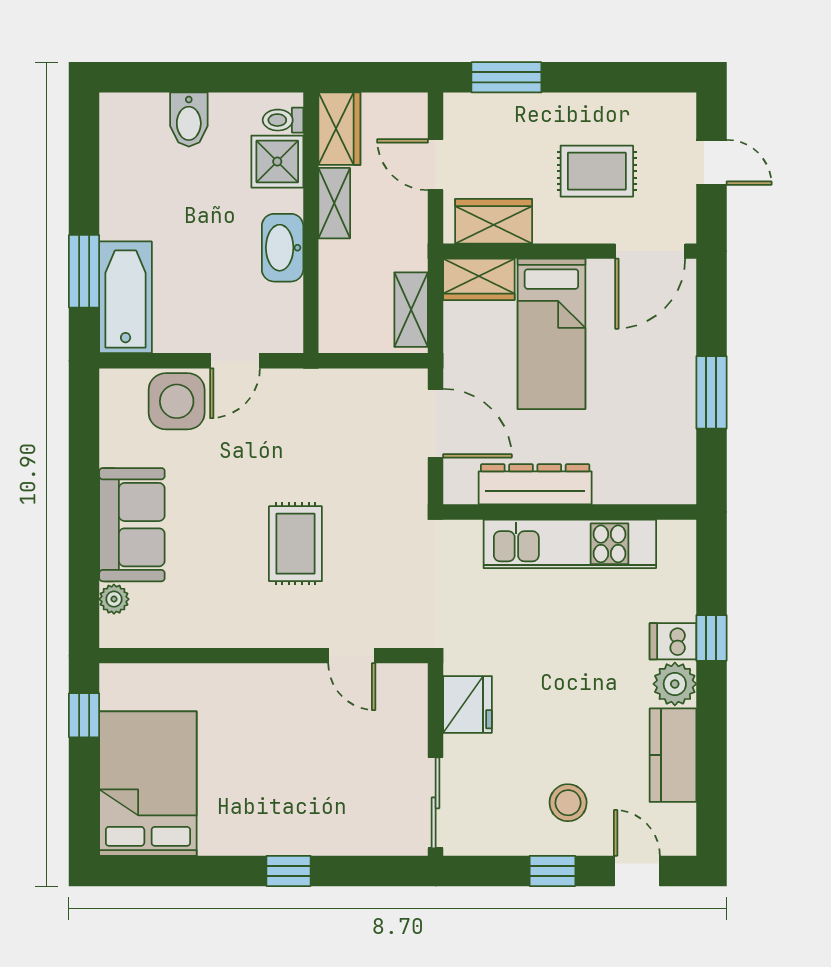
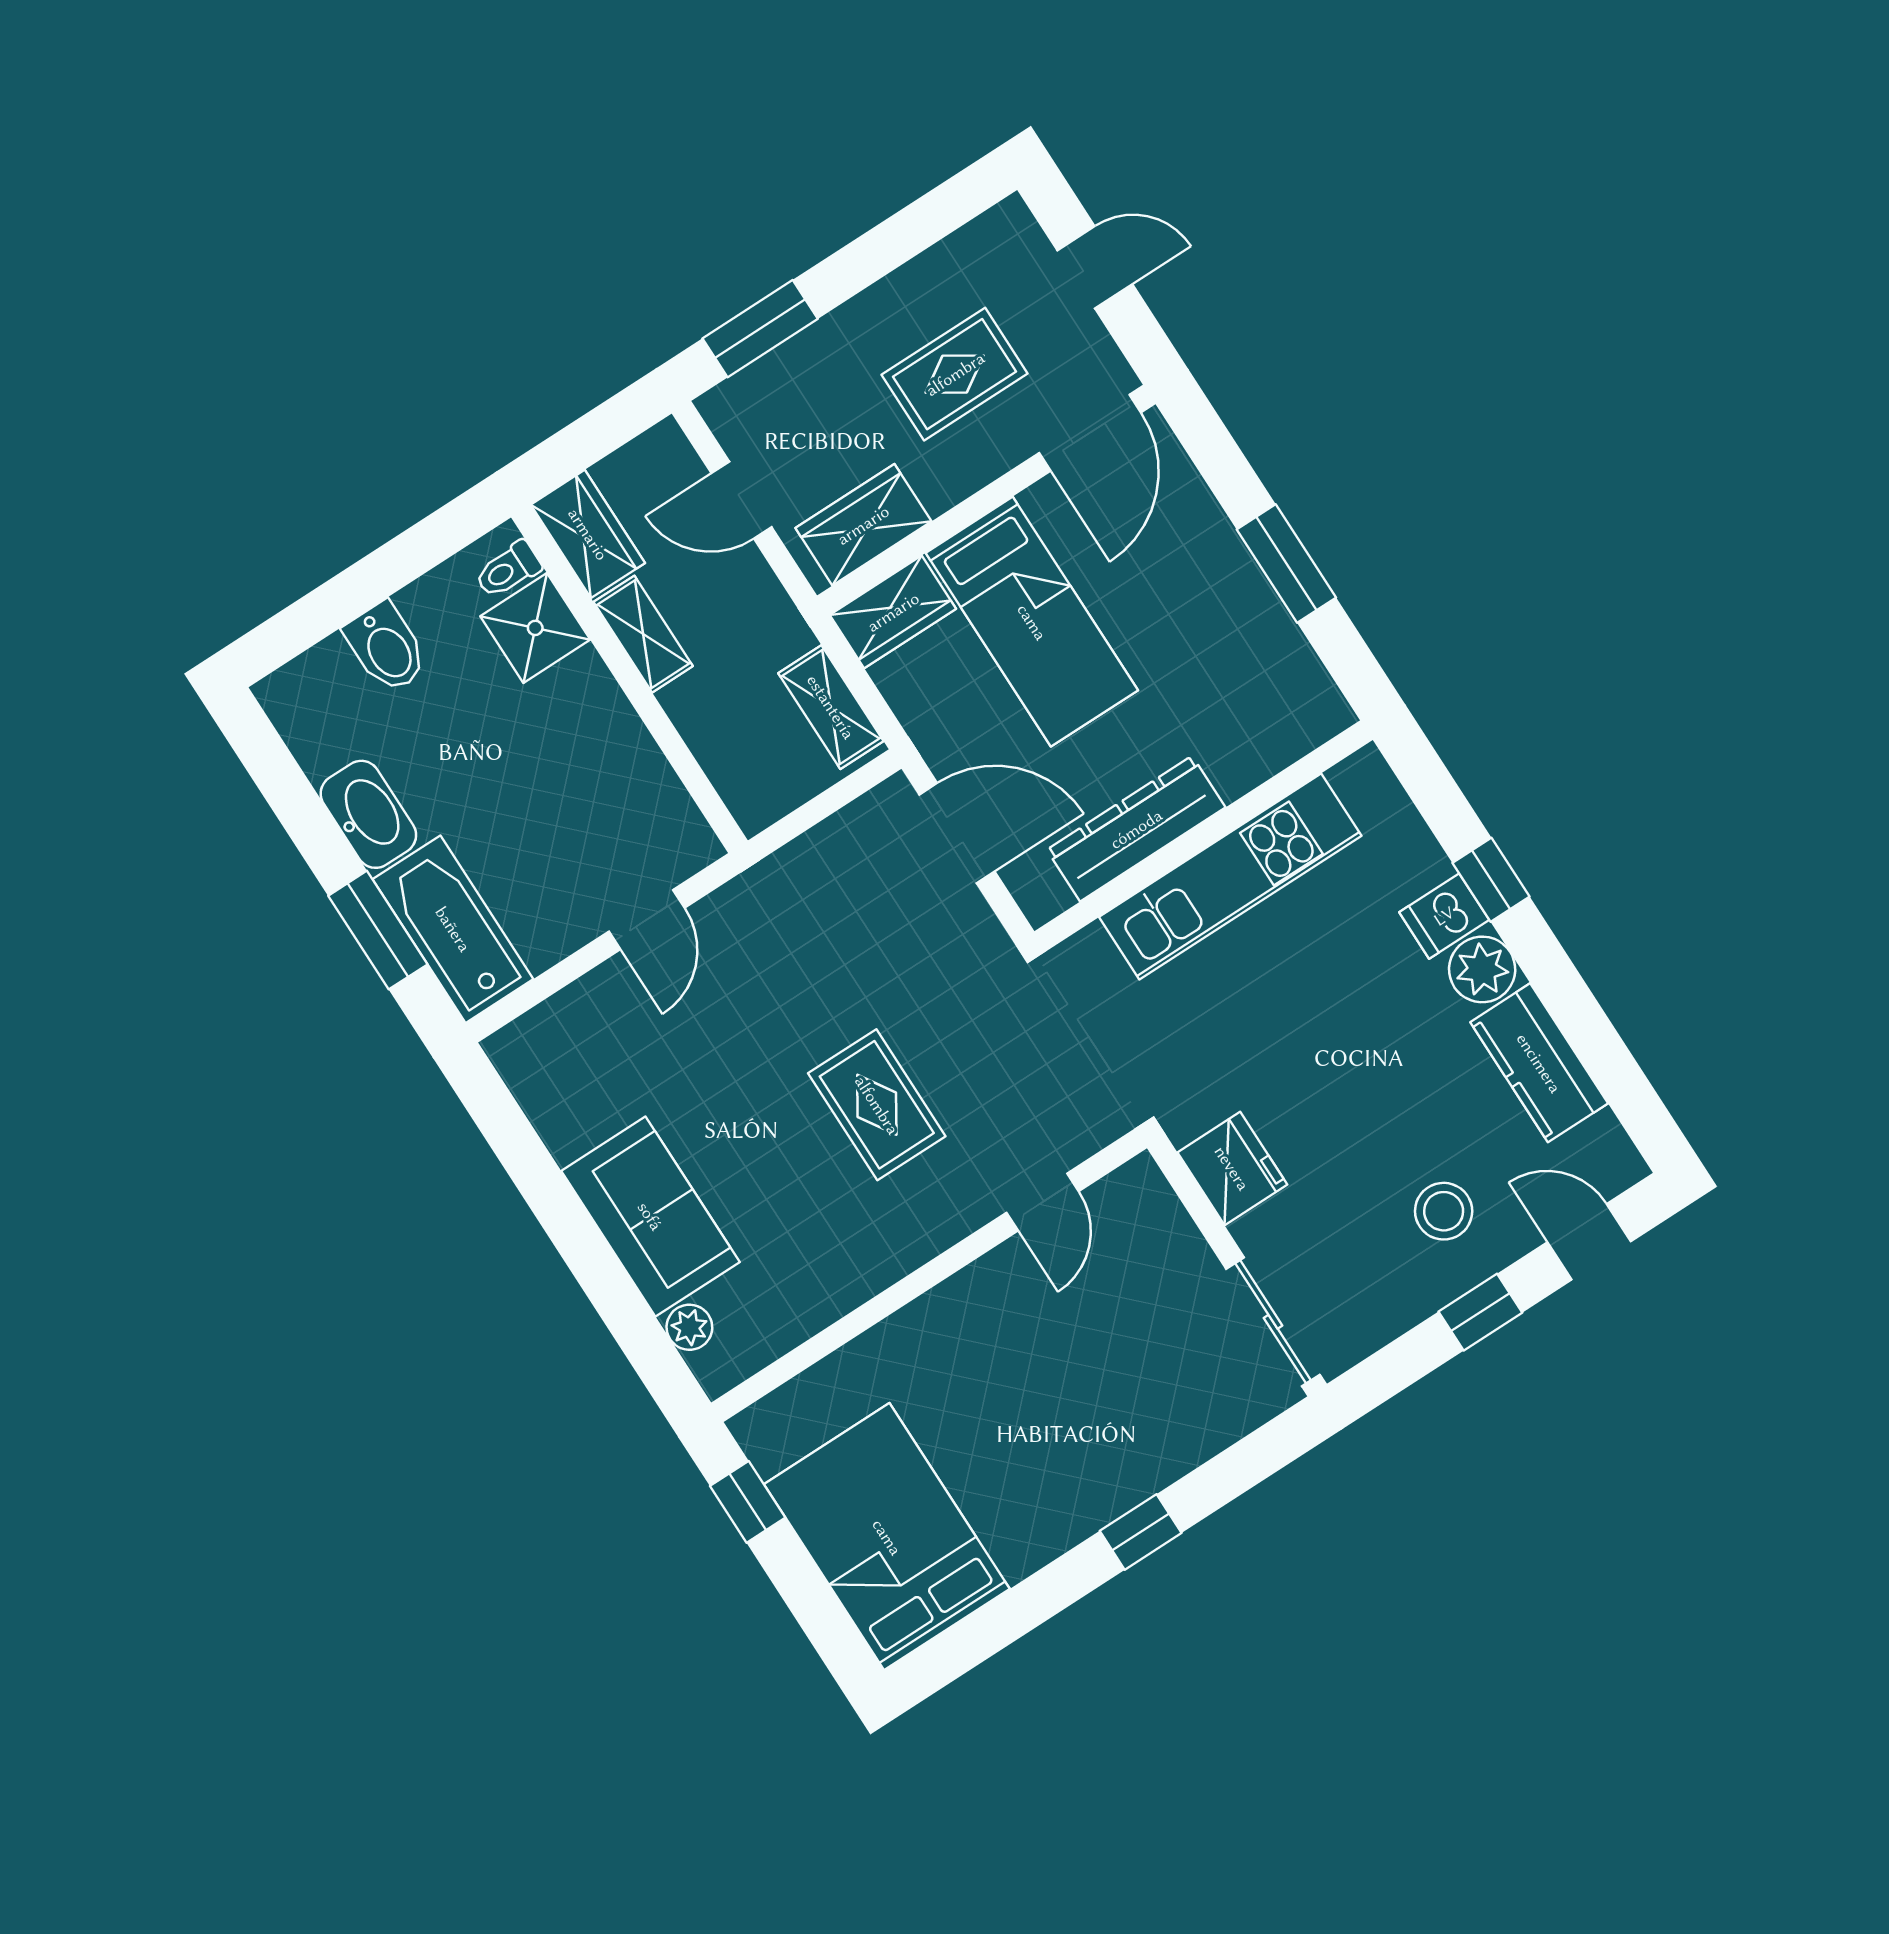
washbasin: (283, 248) -> (368, 814), moved, turned 180
side table: (177, 401) -> (605, 1020), removed
door: (352, 656) -> (1043, 1202), hinge flipped

